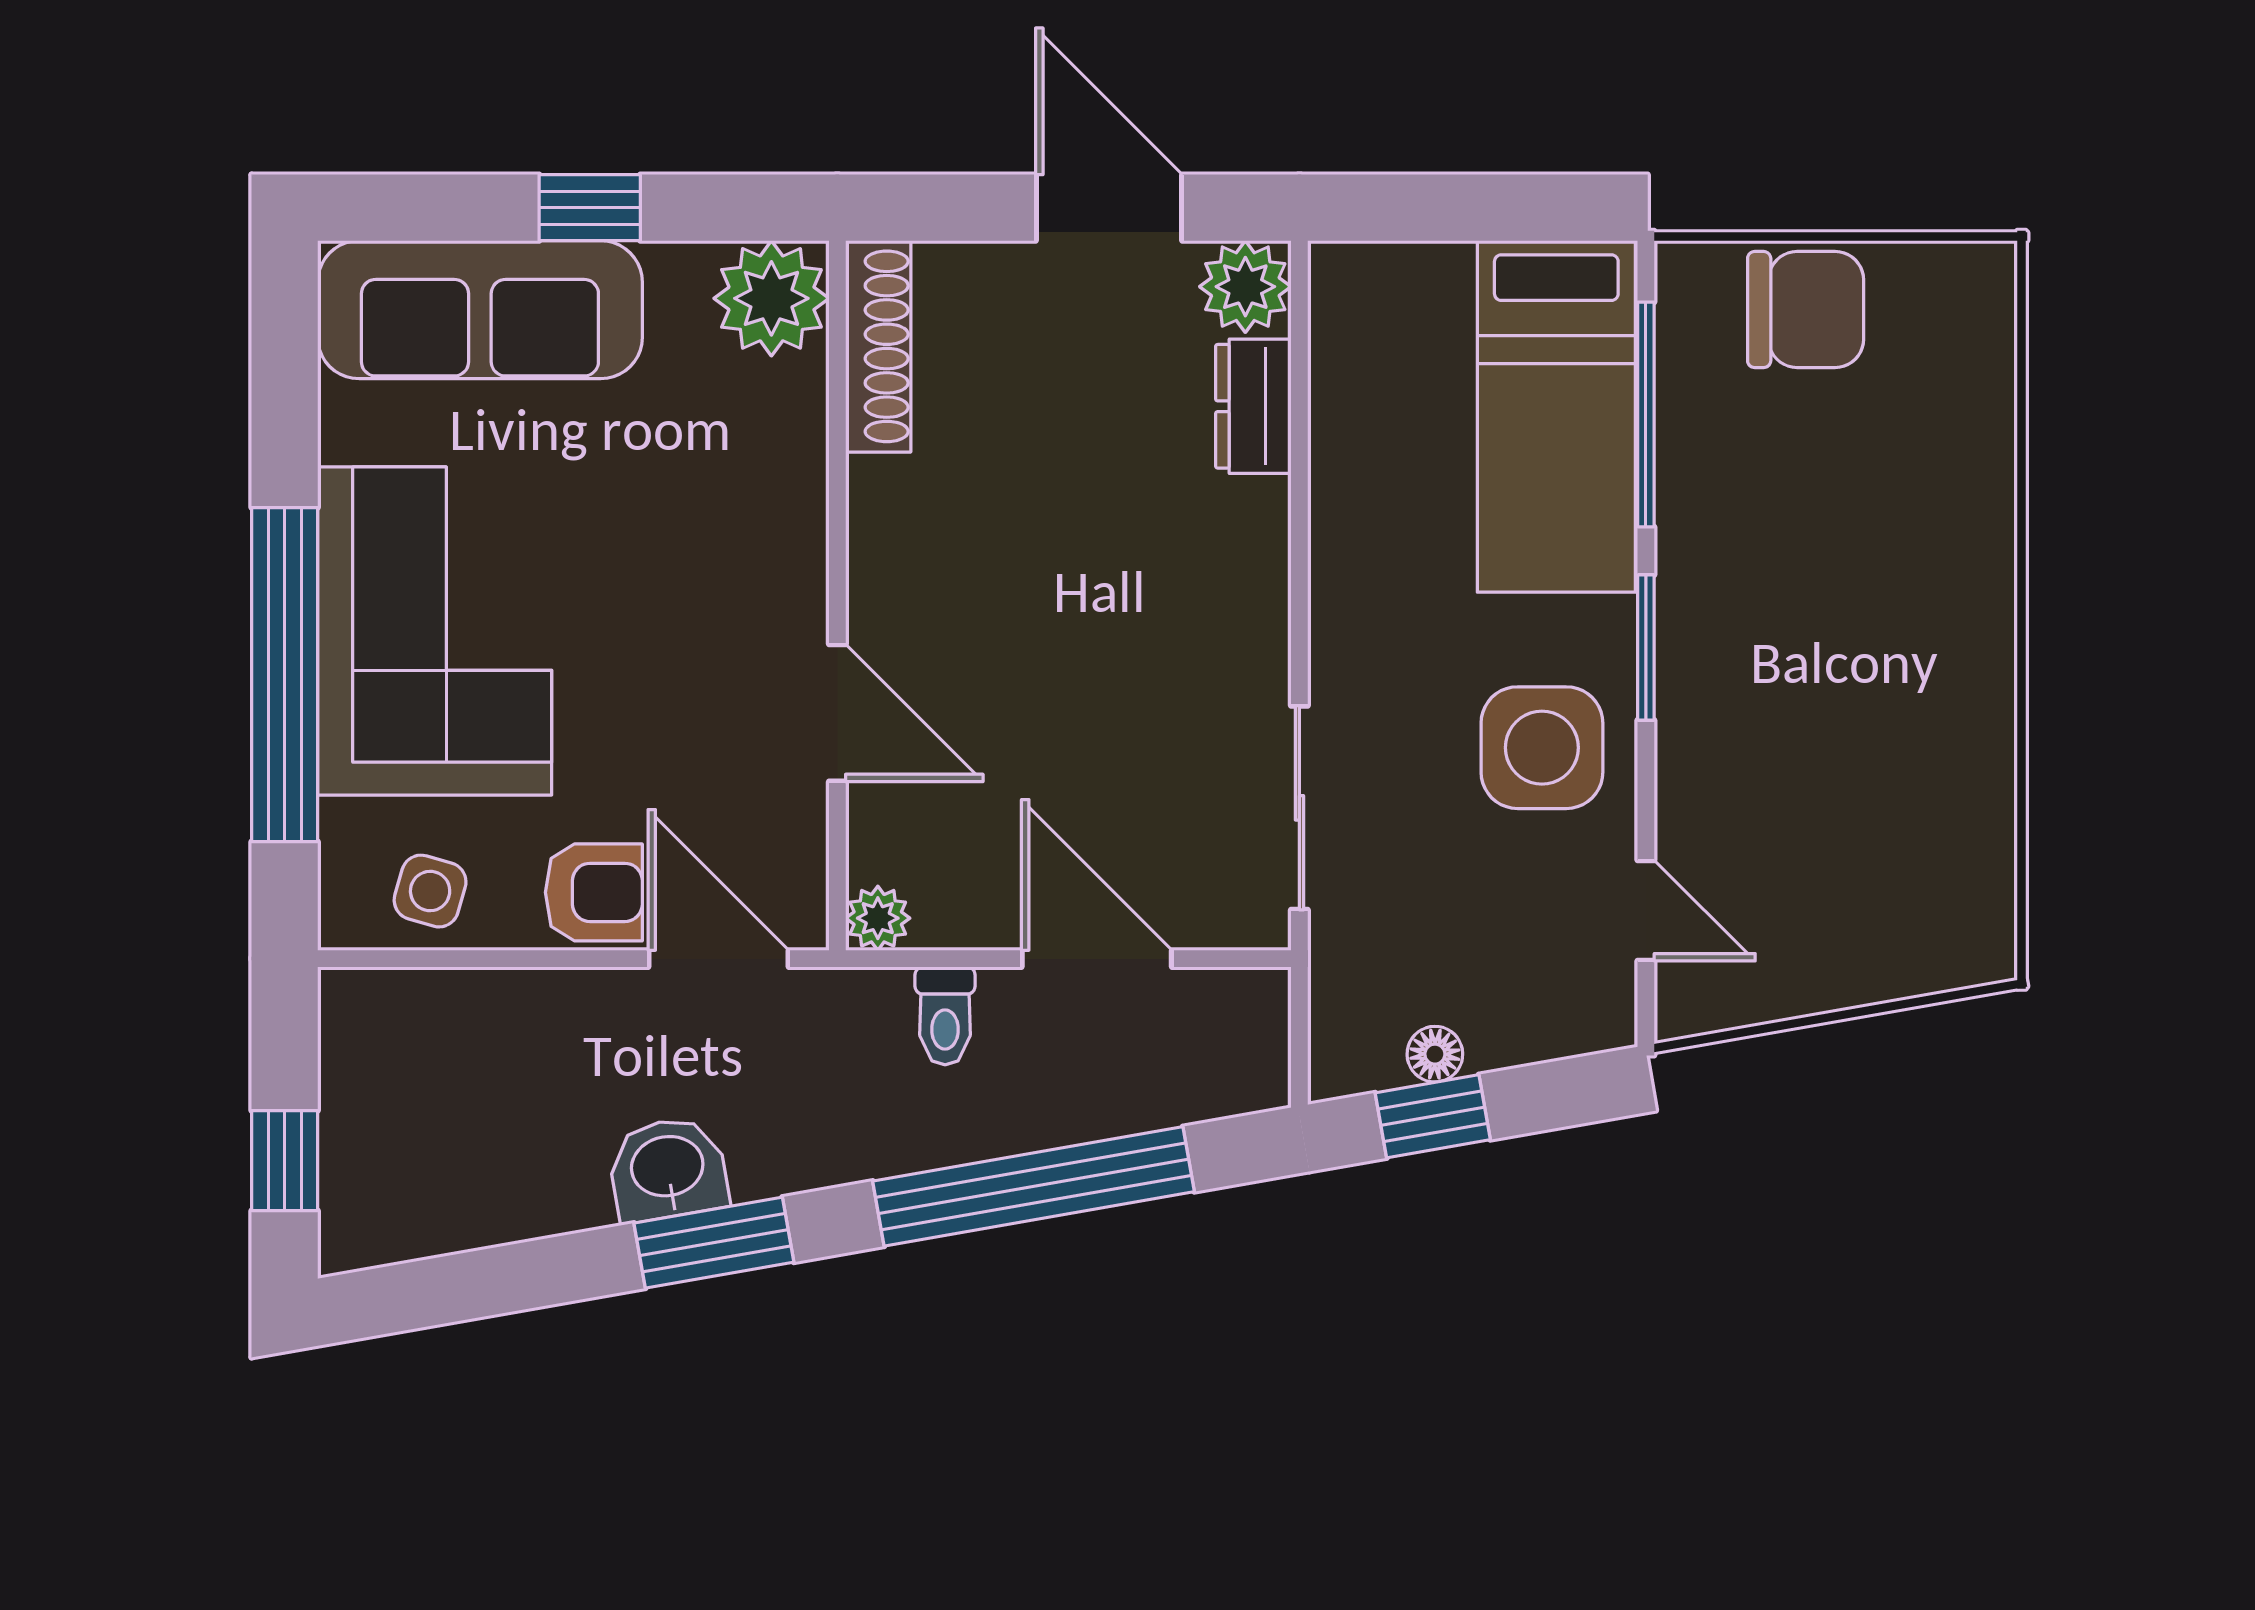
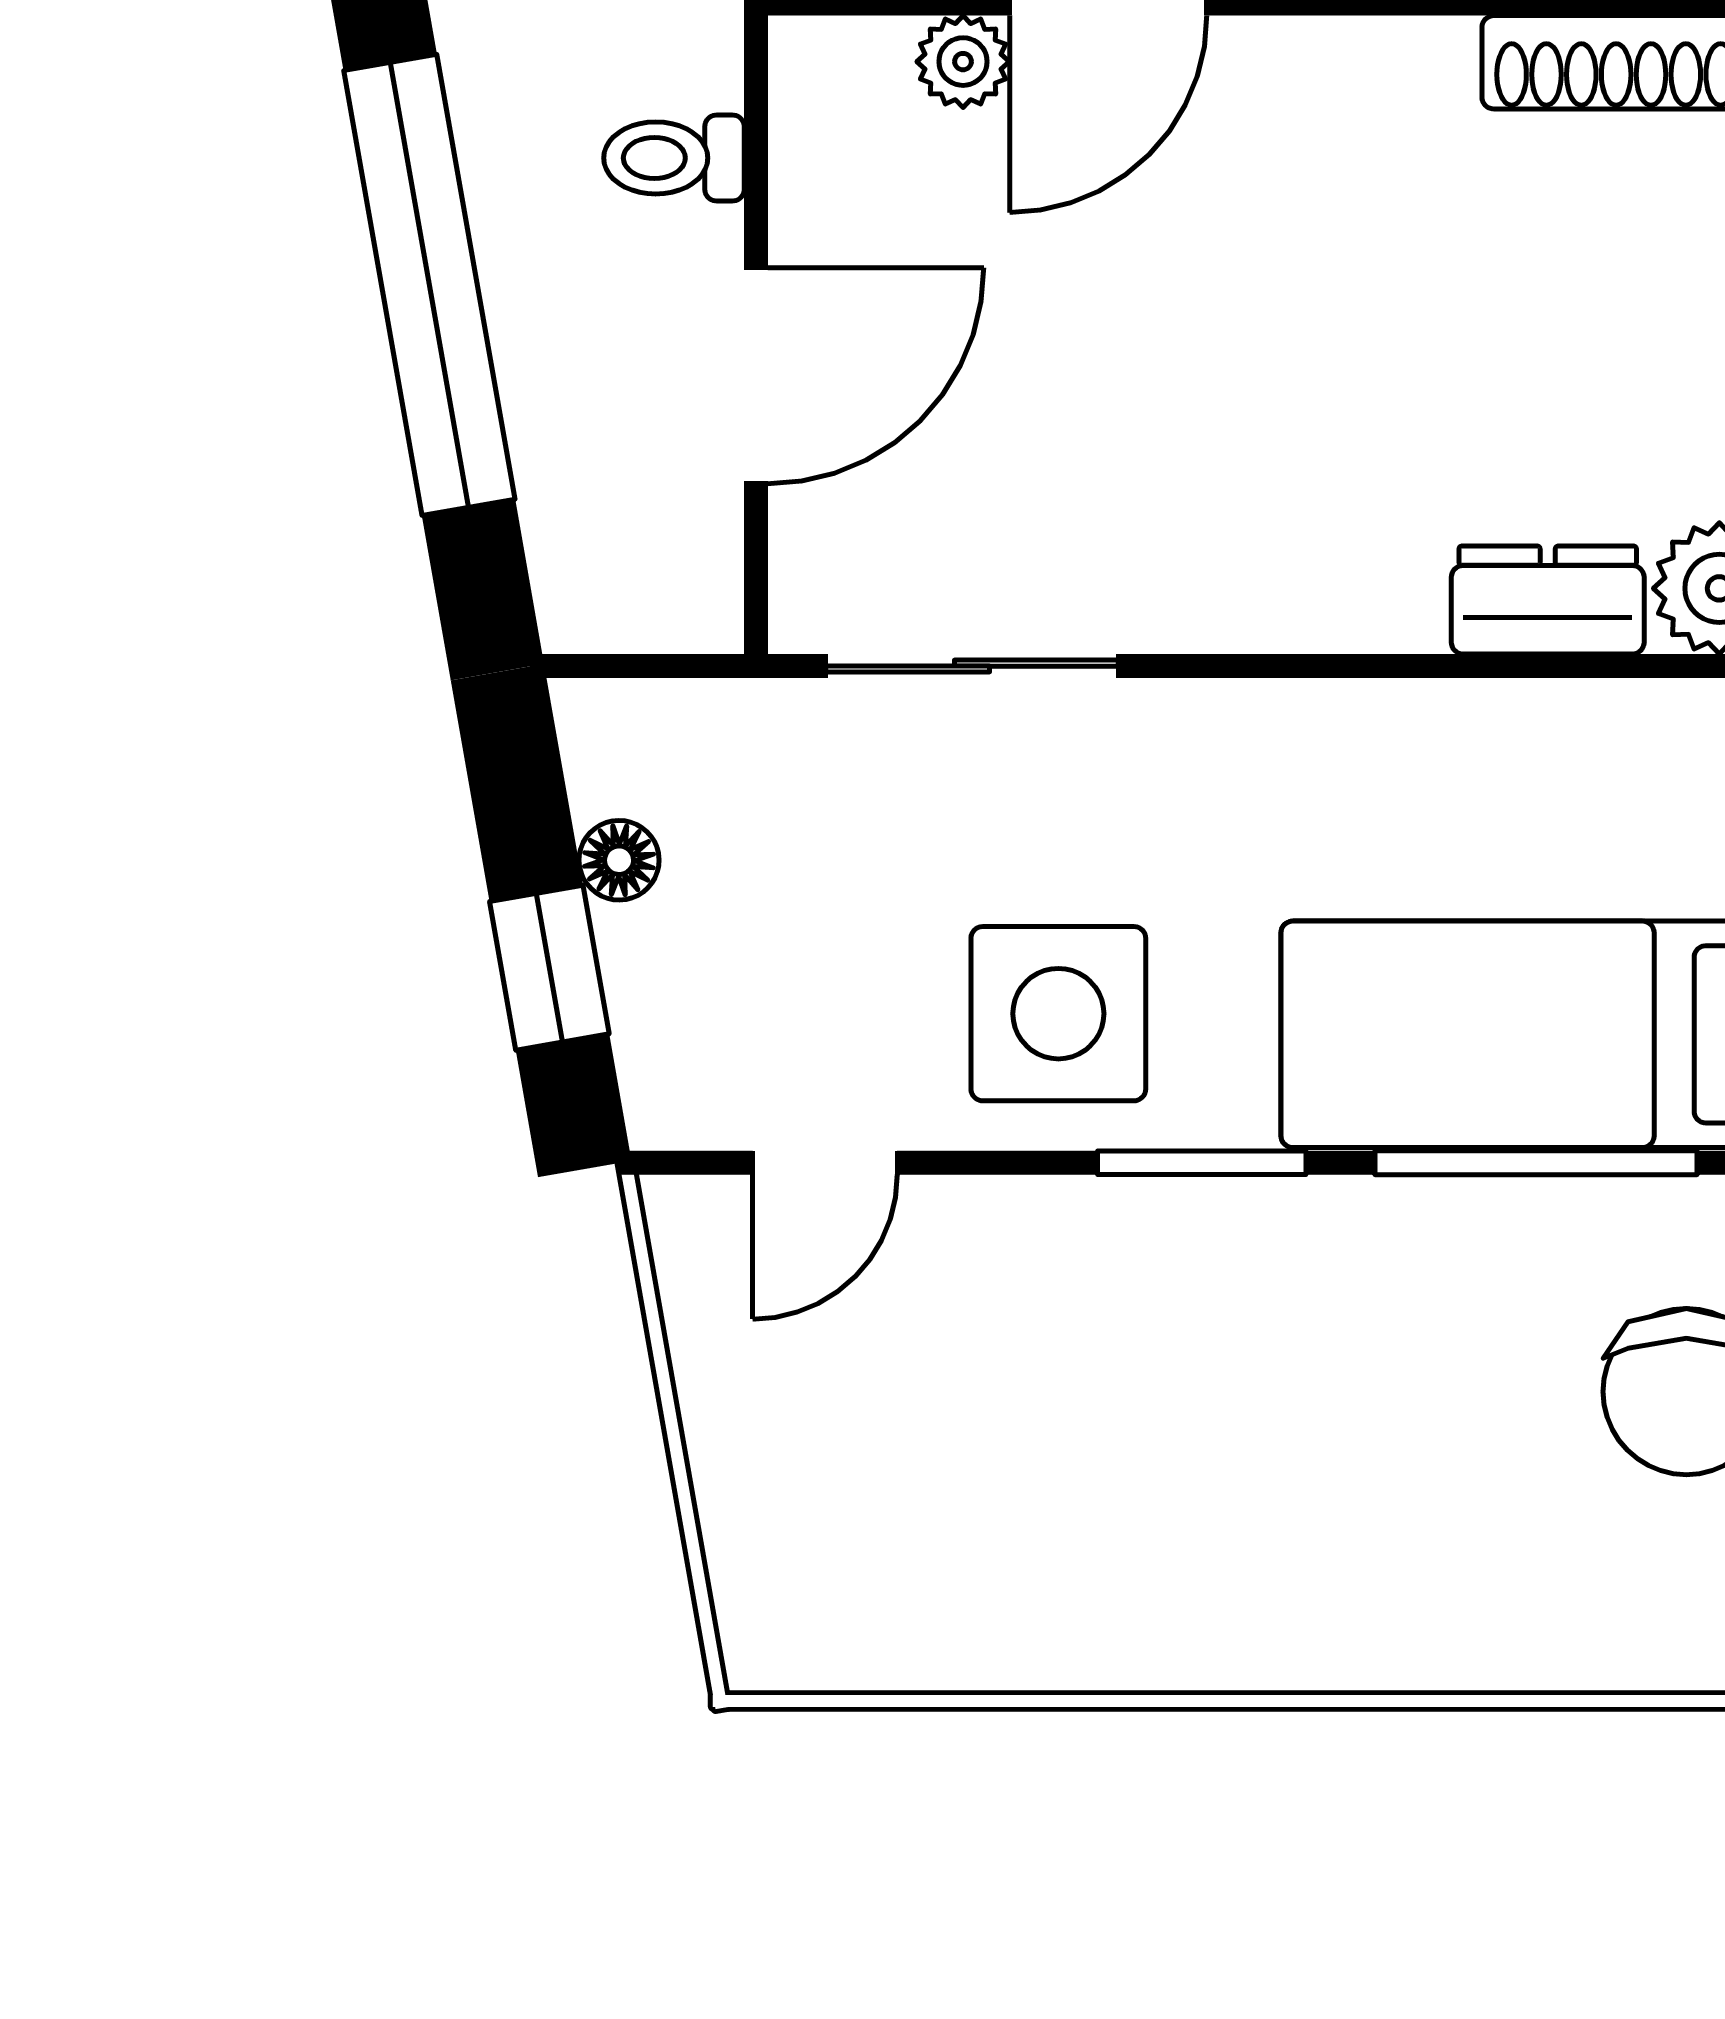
plant: (878, 918) -> (963, 62), moved
window: (1433, 1116) -> (549, 968), moved

